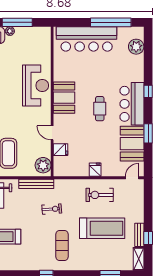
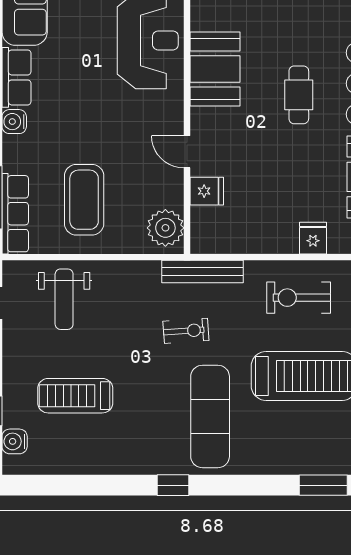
fridge: (95, 170) -> (313, 238), moved
bench: (36, 184) -> (202, 272), moved
exercise mat: (62, 245) -> (210, 416), width x1.36, depth x1.45

